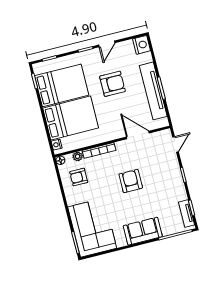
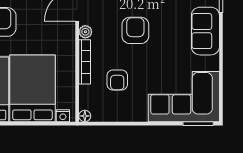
plant: (78, 156) -> (85, 32), moved
armchair: (79, 177) -> (117, 80), moved
armchair: (131, 181) -> (135, 30), turned 90

